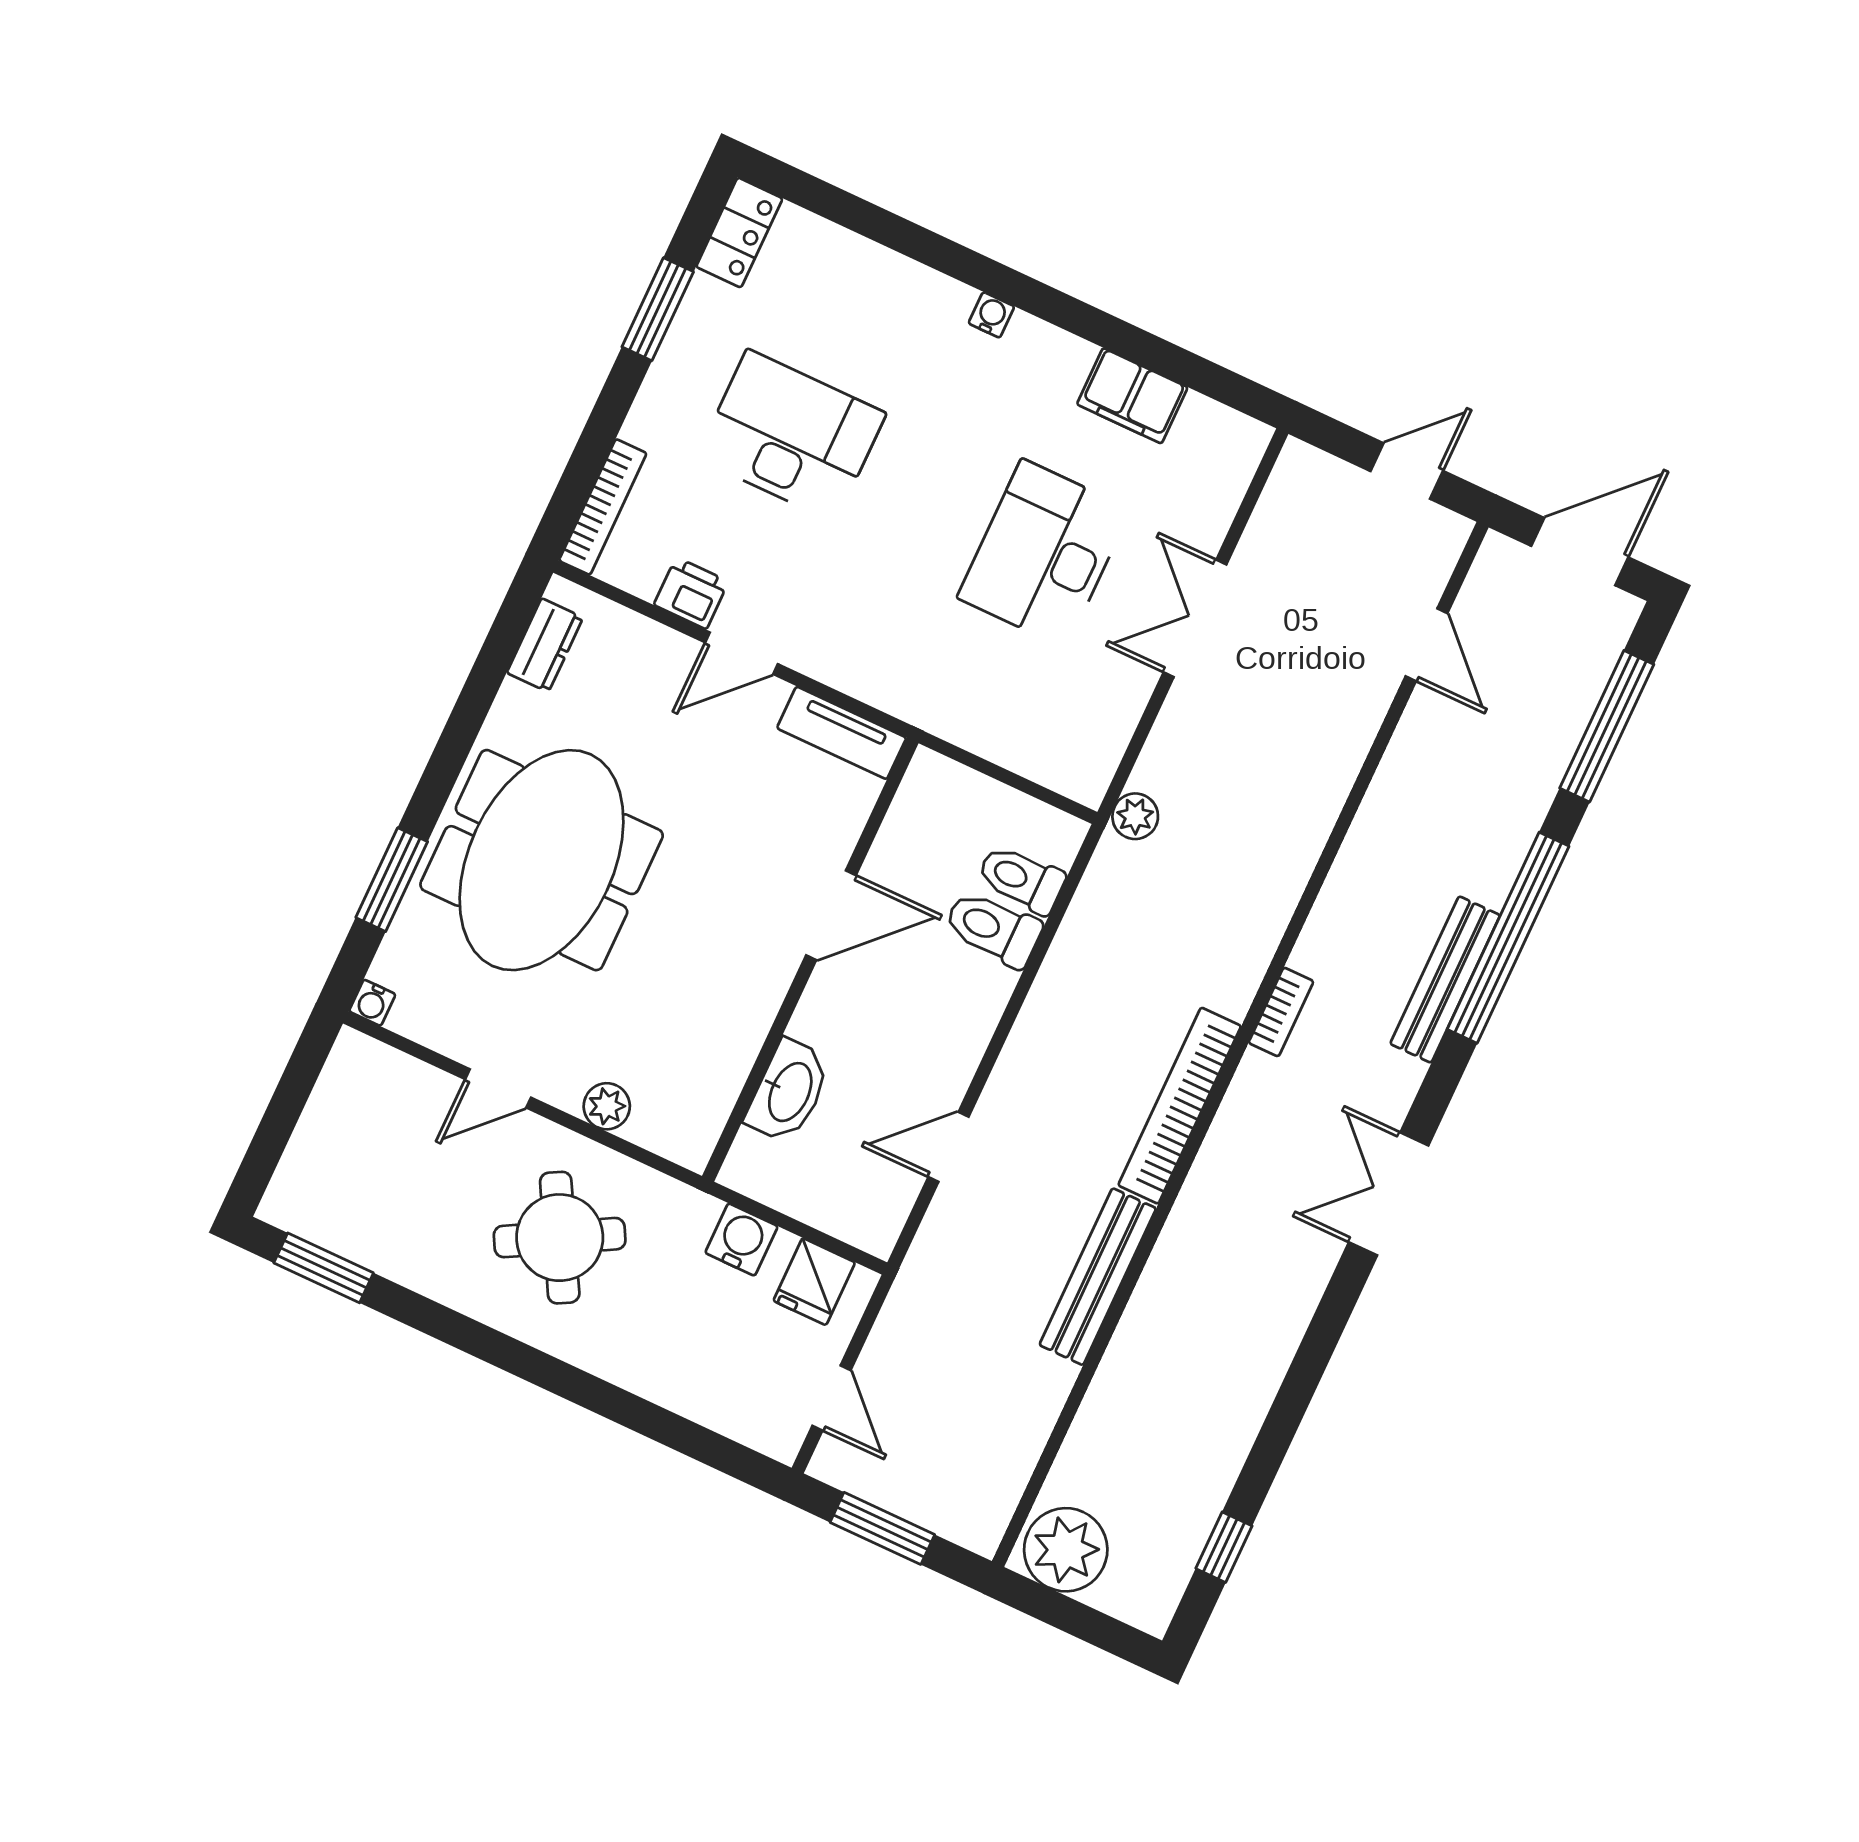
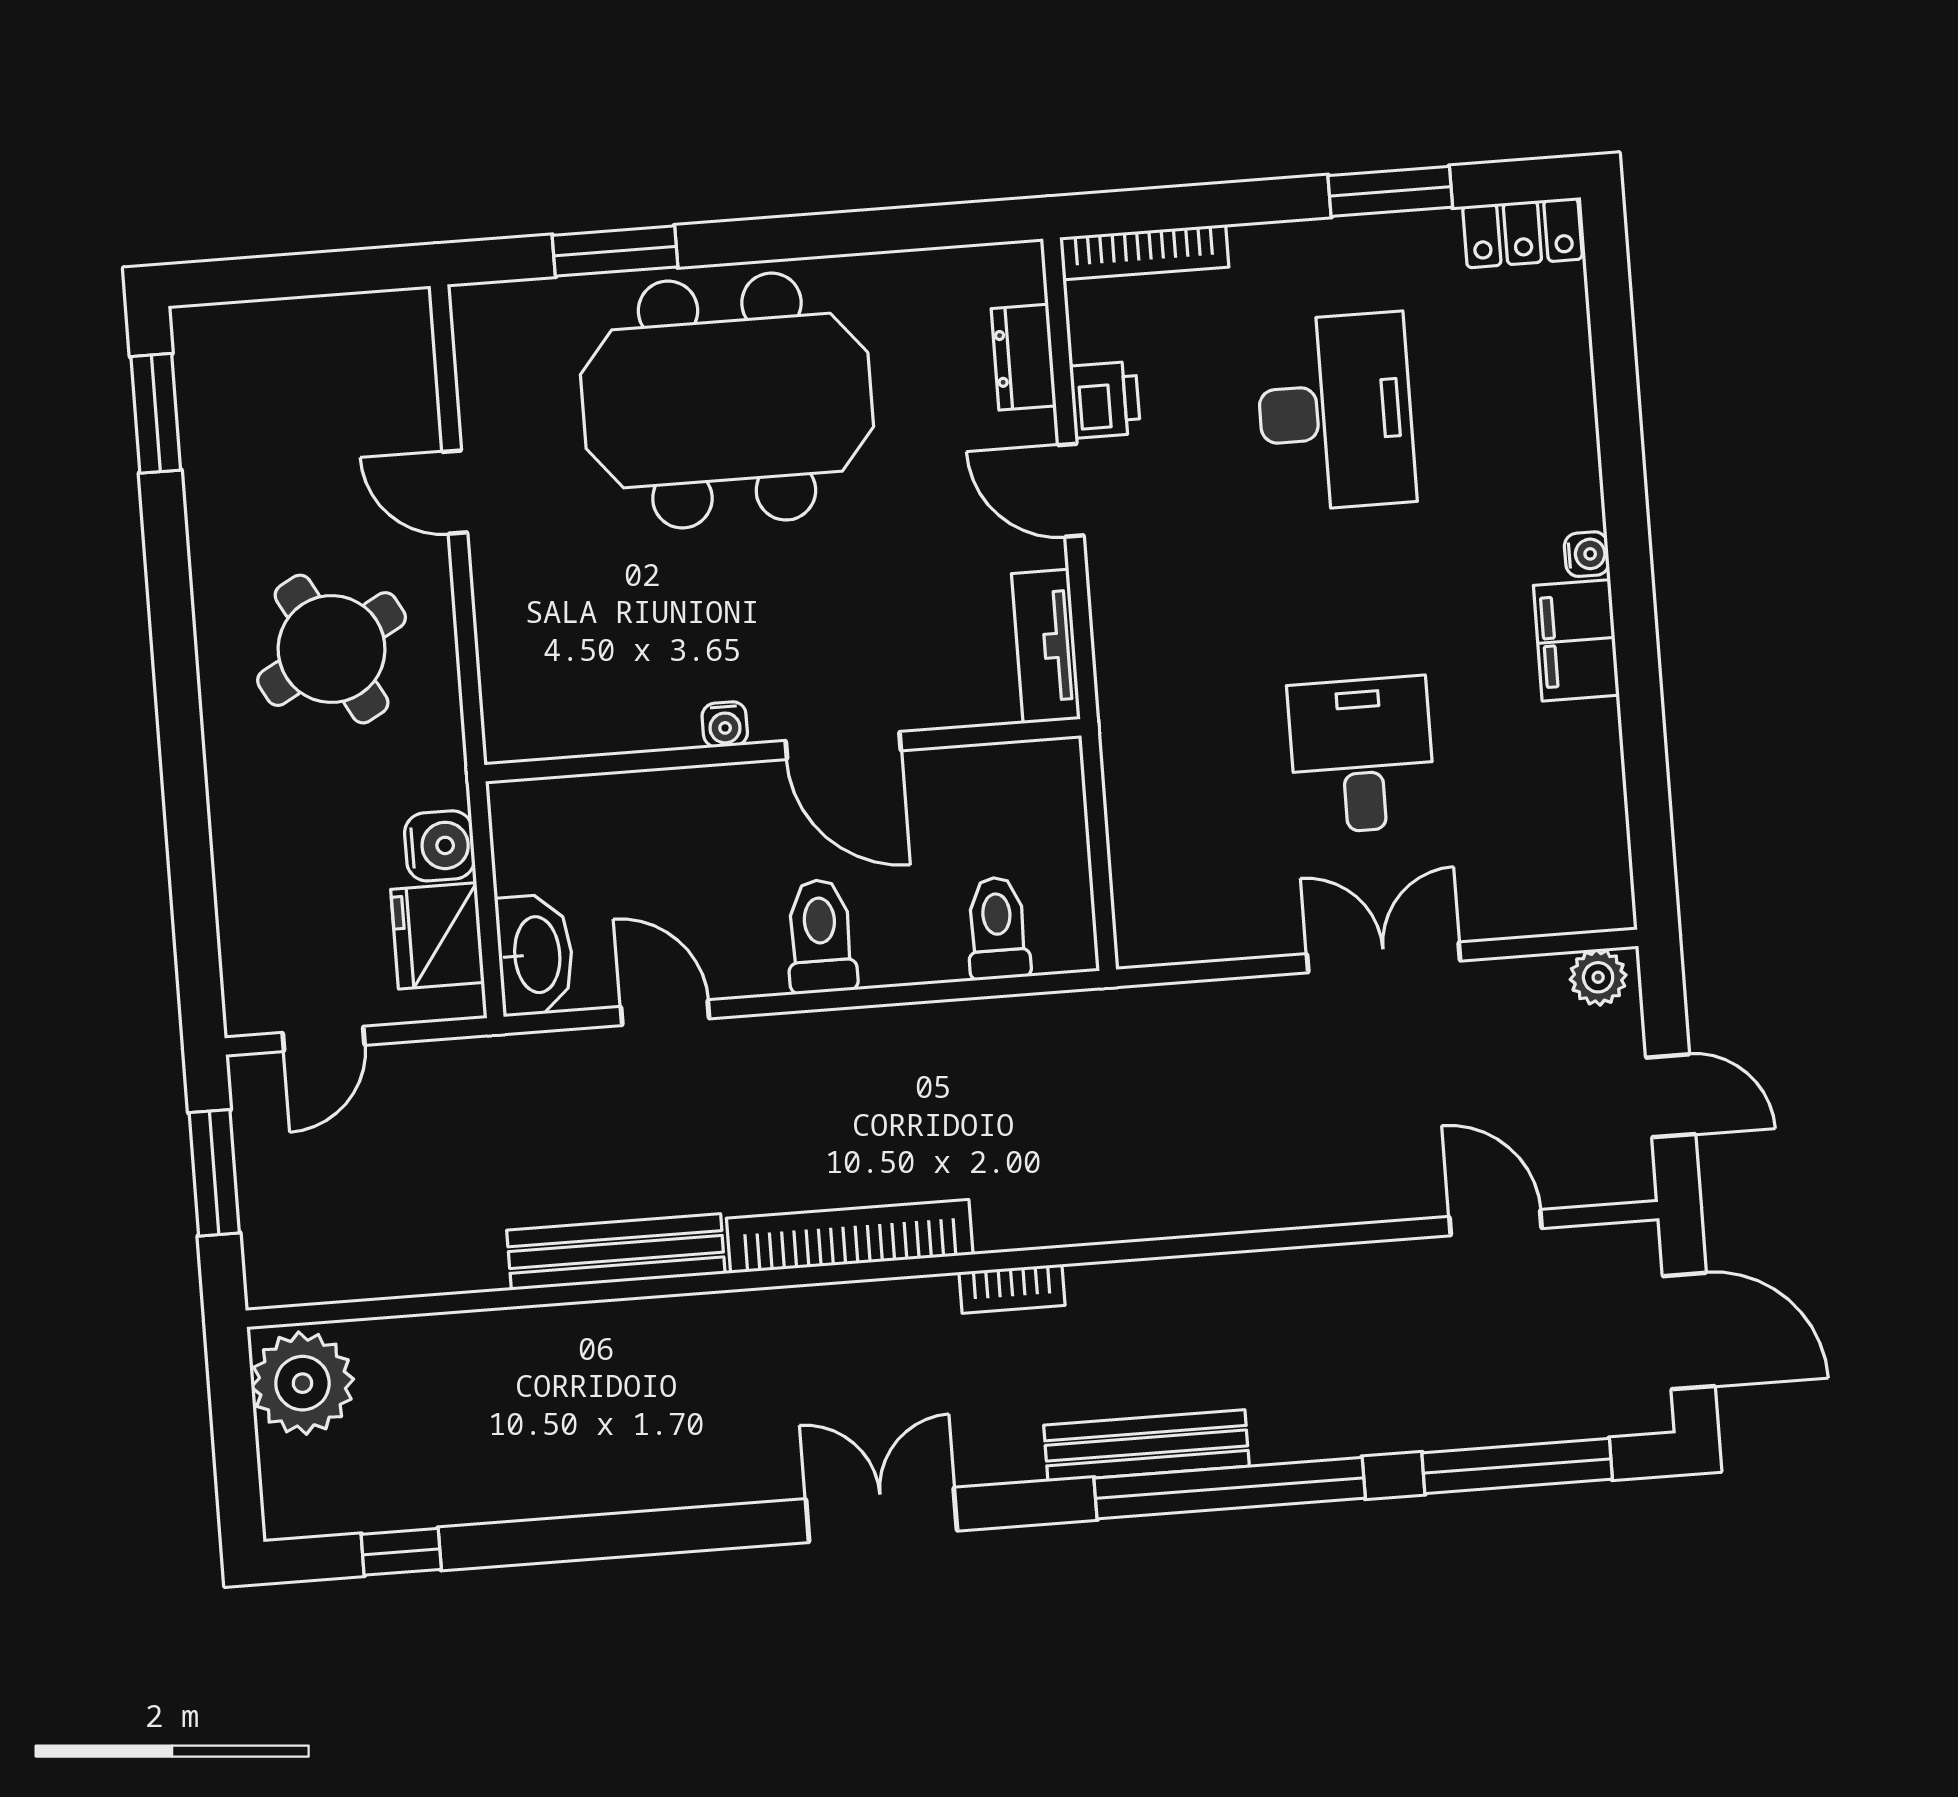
filing cabinet: (1132, 396) -> (1576, 640), moved
desk: (1044, 553) -> (1362, 755), width x0.73
dresser: (545, 645) -> (1024, 357), moved, turned 90
door: (1426, 645) -> (1496, 1223), swing flipped
plant: (1135, 816) -> (1598, 977), moved
toilet: (993, 929) -> (821, 936), moved
water cooler: (372, 1003) -> (725, 724), moved, turned -90
washbasin: (789, 1091) -> (535, 955), moved, turned -90
plant: (607, 1106) -> (501, 620), removed
fridge: (814, 1282) -> (438, 936), width x1.38

